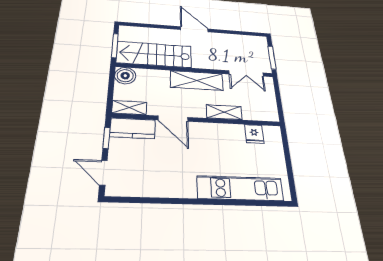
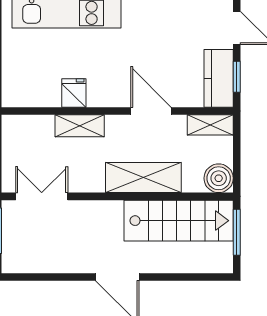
shelving: (197, 80) -> (143, 178), moved
kitchen counter: (133, 128) -> (219, 78), moved, turned -90
fridge: (254, 134) -> (74, 93), moved

